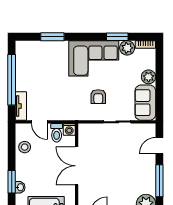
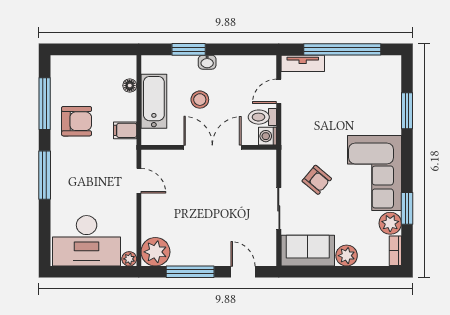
armchair: (98, 97) -> (317, 180), turned -140
stool: (25, 147) -> (200, 100), moved
washbasin: (20, 187) -> (207, 62), moved

